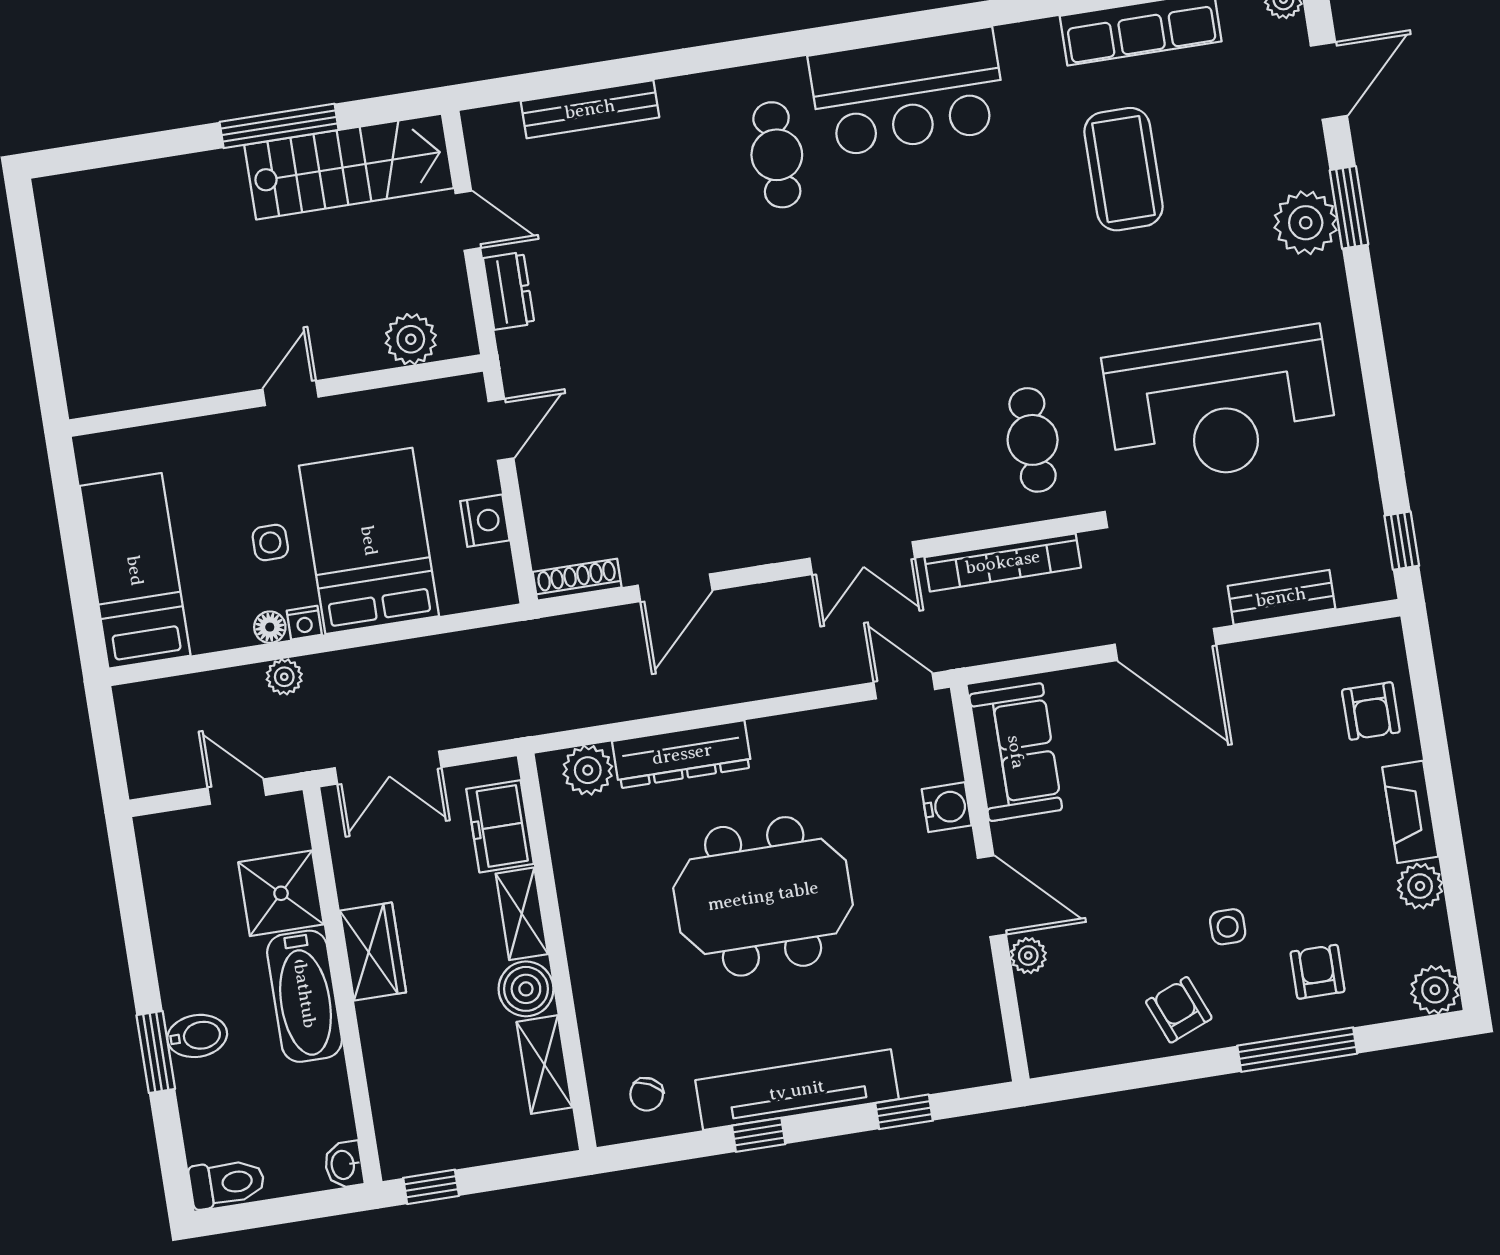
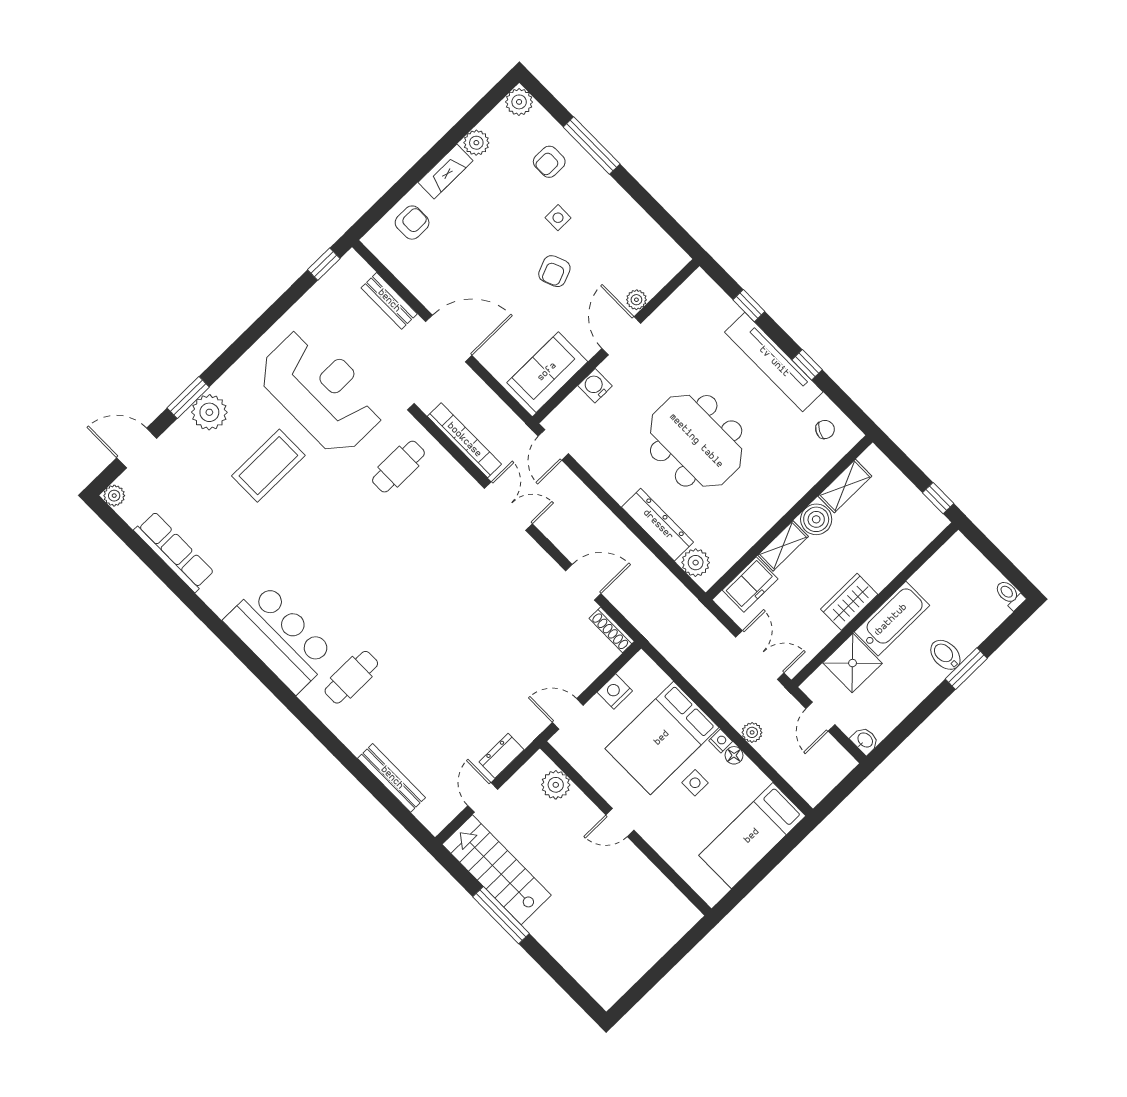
coffee table: (1123, 169) -> (268, 466), moved
door: (1166, 645) -> (449, 339), hinge flipped
armchair: (1179, 1010) -> (554, 271), moved
washbasin: (344, 1165) -> (865, 740), moved, turned -90
toilet: (227, 1183) -> (1010, 595), width x0.73, depth x0.72

